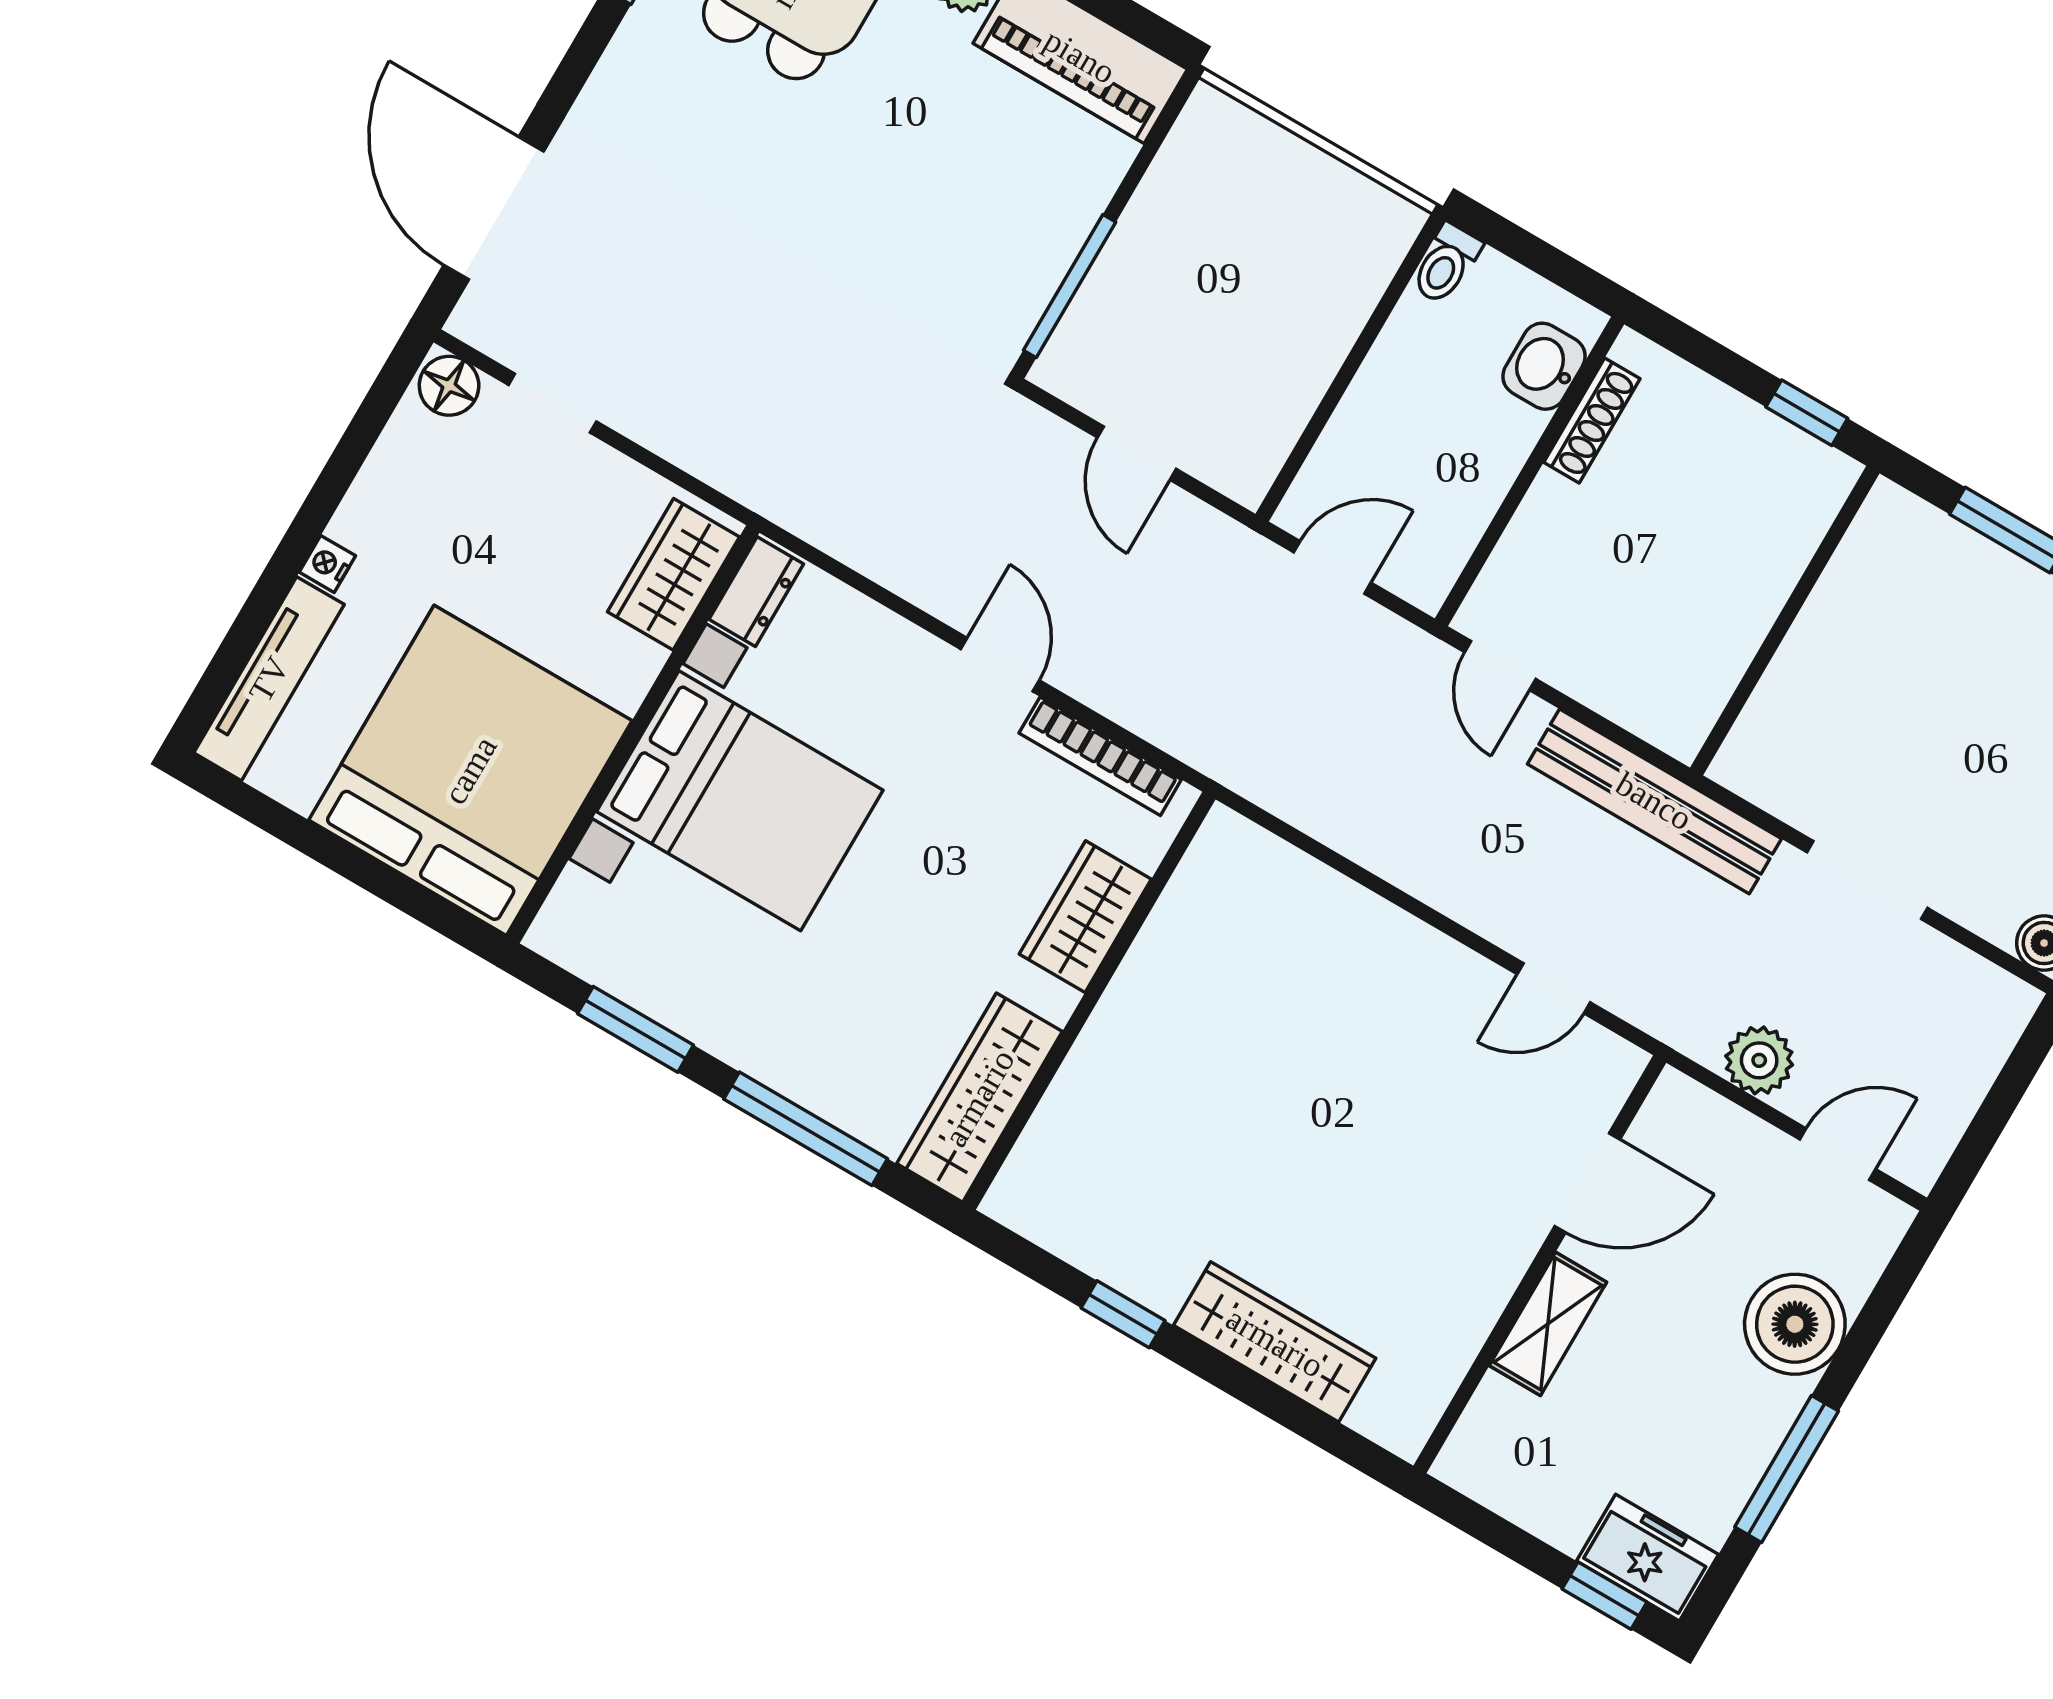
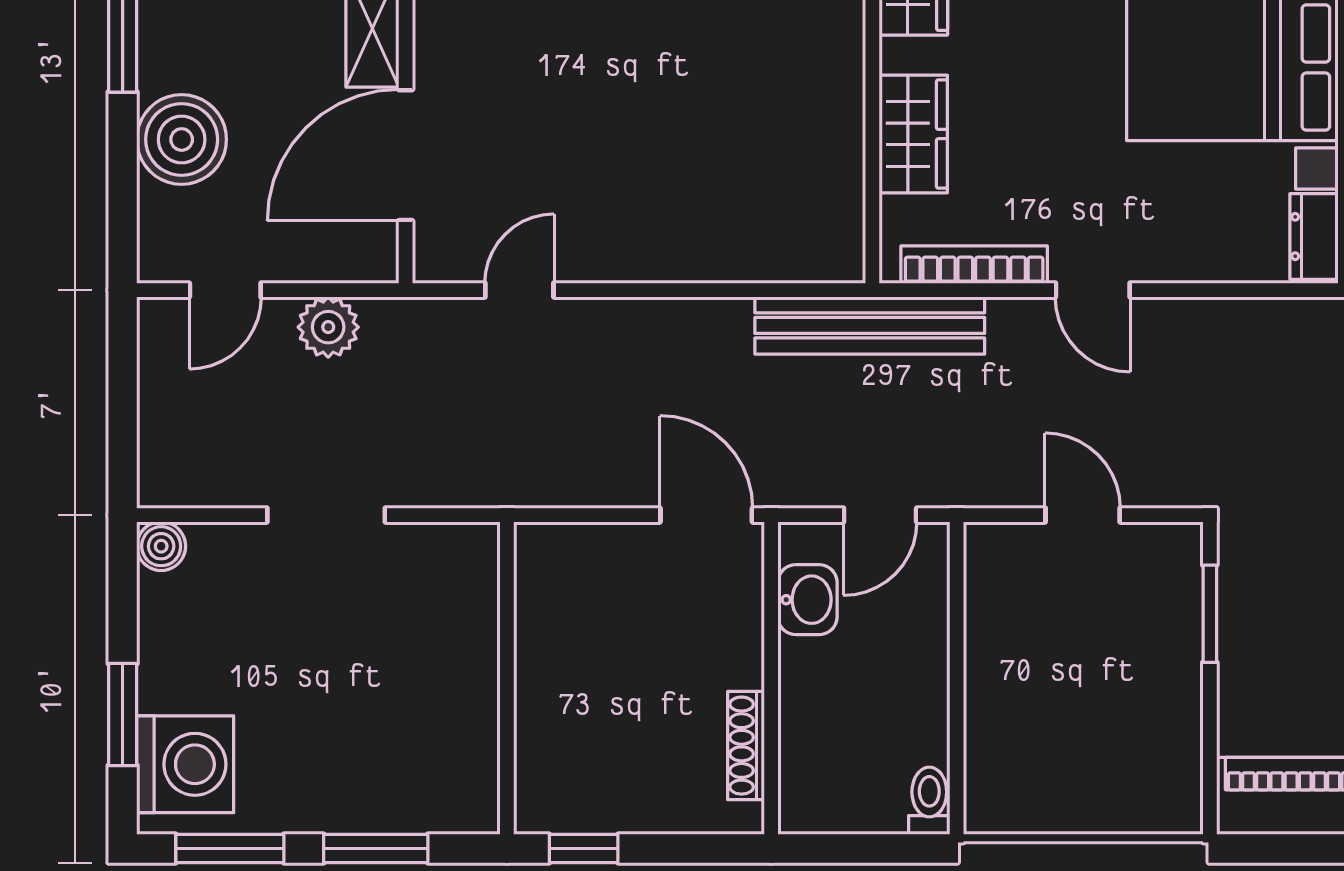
window: (1070, 286) -> (1210, 614), width x0.69
washbasin: (1544, 366) -> (807, 600), moved
door: (1500, 666) -> (706, 515), width x1.38
bench: (1654, 801) -> (870, 325), moved
door: (1587, 1183) -> (406, 155), width x1.36

